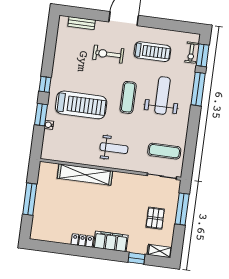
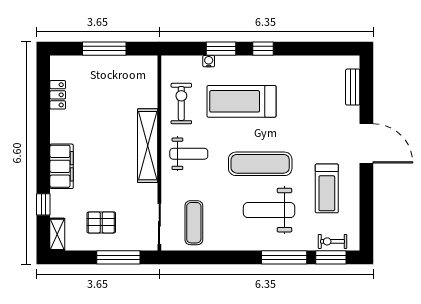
exercise bike: (108, 54) -> (181, 104), moved
weight bench: (162, 95) -> (269, 210), turned 180
exercise mat: (128, 97) -> (260, 164), width x1.36, depth x1.45
treadmill: (81, 105) -> (241, 101), turned 90
weight bench: (114, 148) -> (189, 154), turned -90
shelving: (85, 175) -> (148, 146), moved
locker: (82, 240) -> (58, 95), moved

